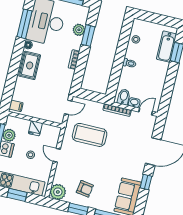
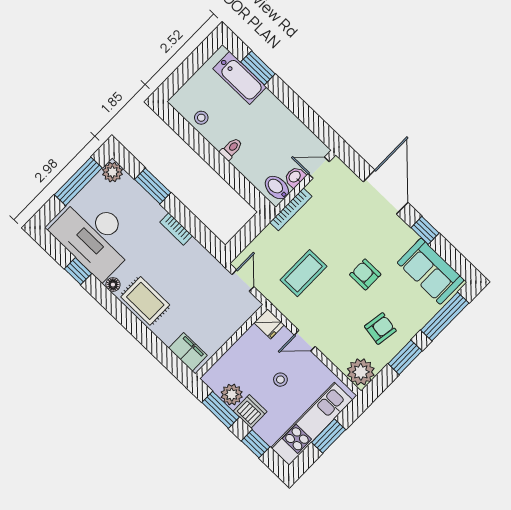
window: (25, 24) -> (78, 271), width x0.46
plant: (79, 30) -> (112, 172), moved
filing cabinet: (16, 106) -> (188, 352), width x2.00
door: (146, 112) -> (319, 168), hinge flipped
fridge: (35, 128) -> (269, 324), moved
coffee table: (90, 135) -> (304, 273), width x0.73, depth x0.76
armchair: (107, 166) -> (365, 274), added

